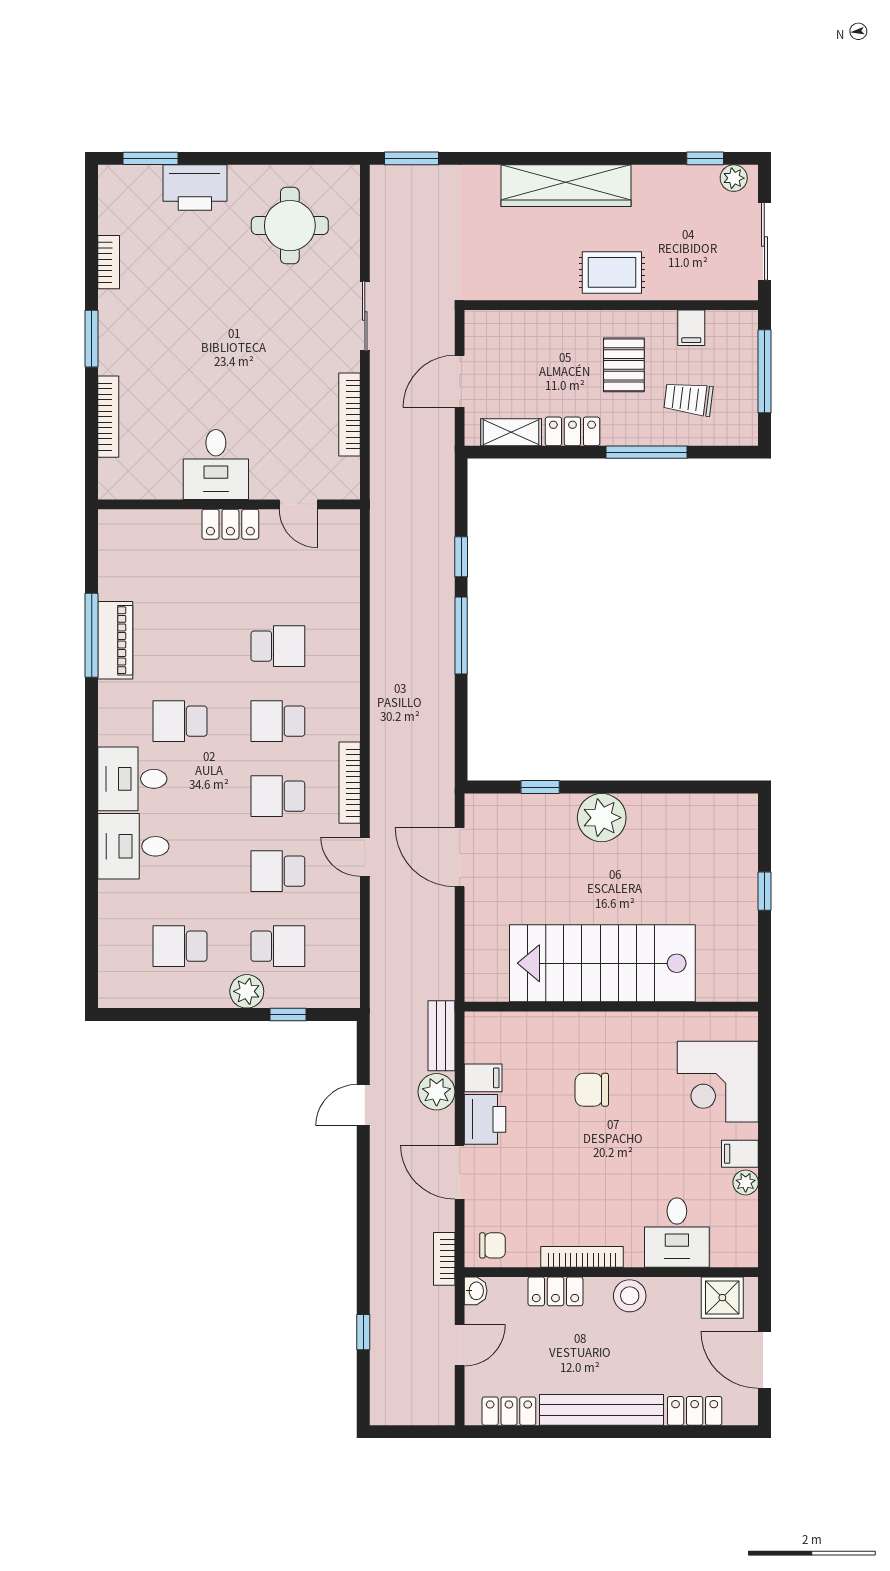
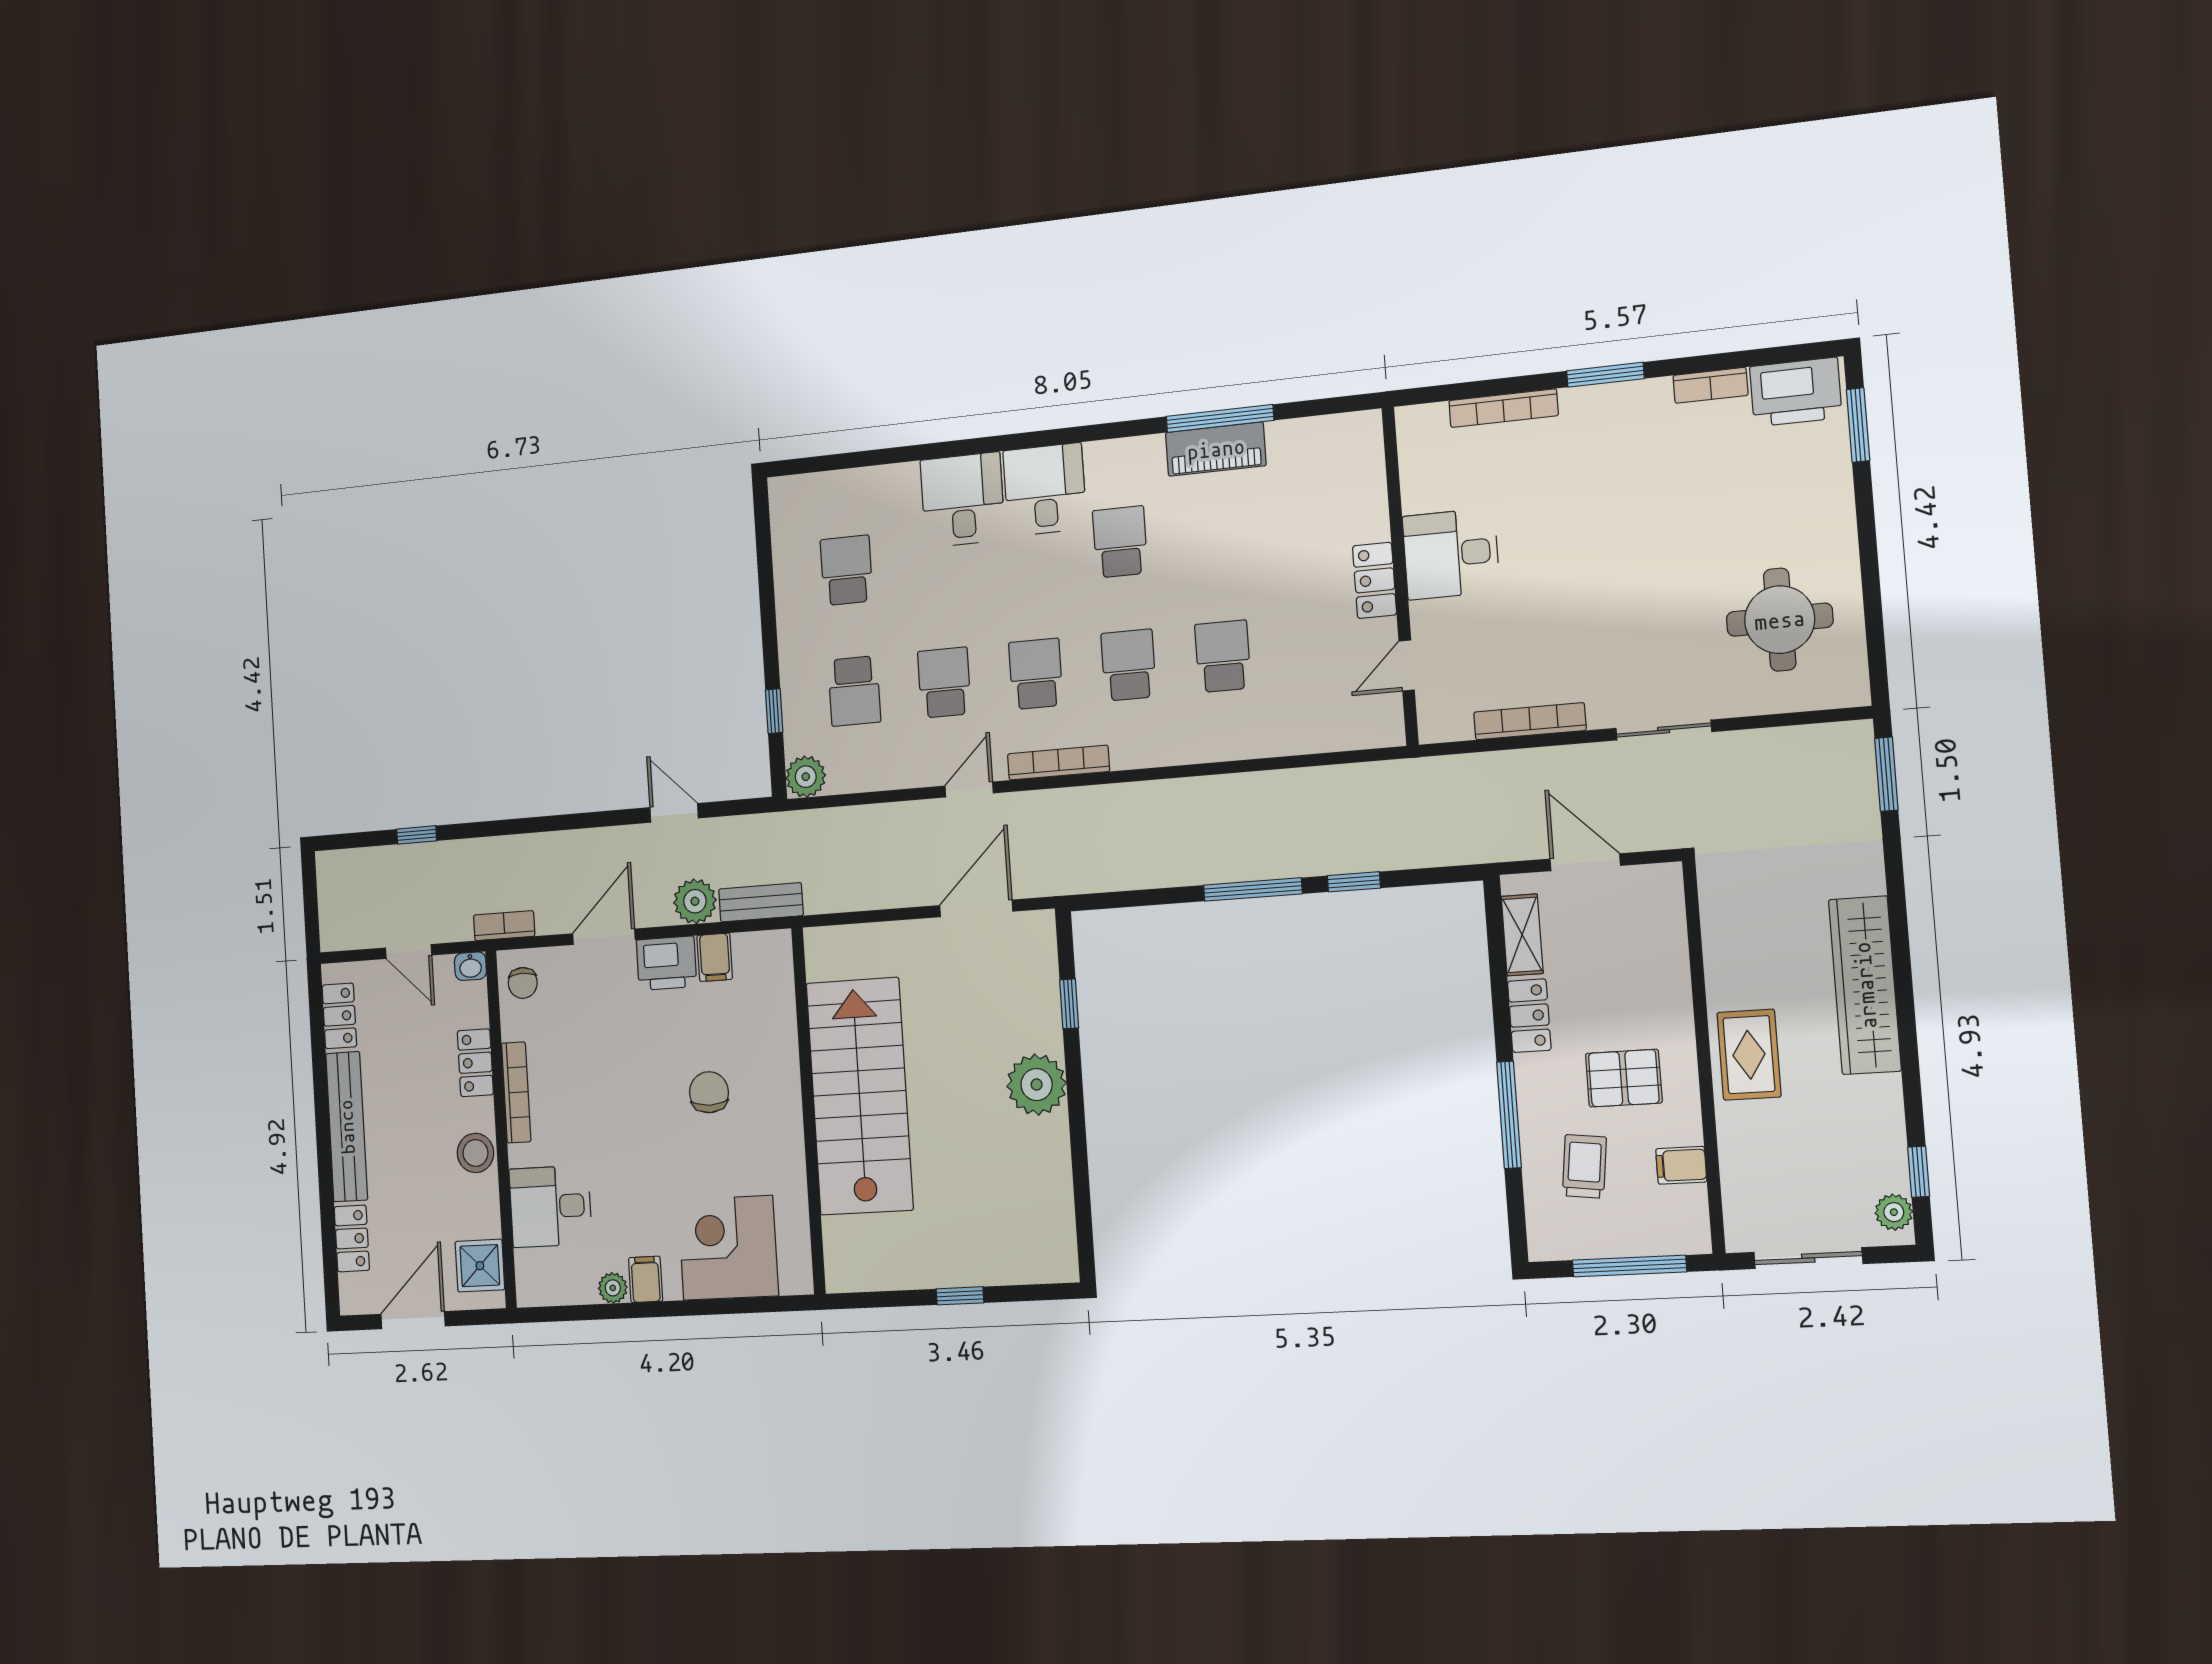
printer: (195, 188) -> (1796, 392), moved, turned -90
school desk: (278, 646) -> (1223, 656), turned 180
plant: (247, 991) -> (806, 777), moved

